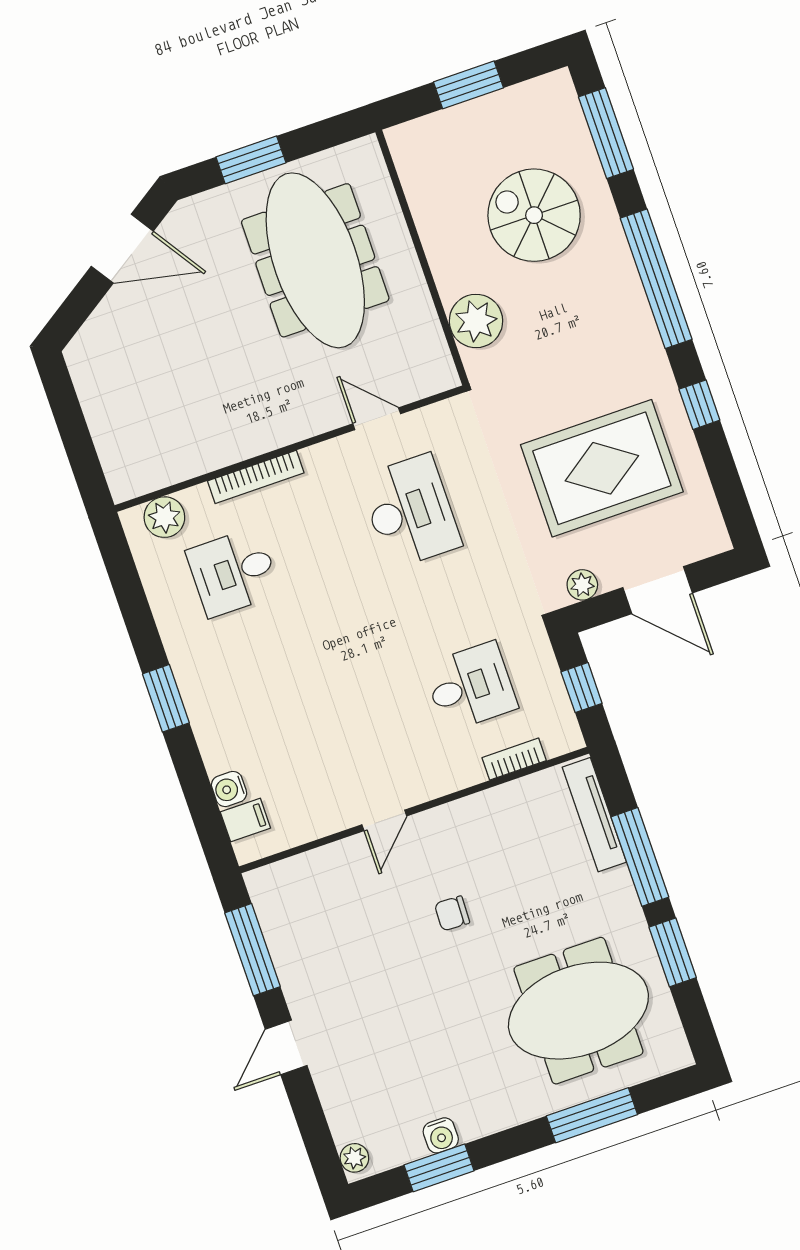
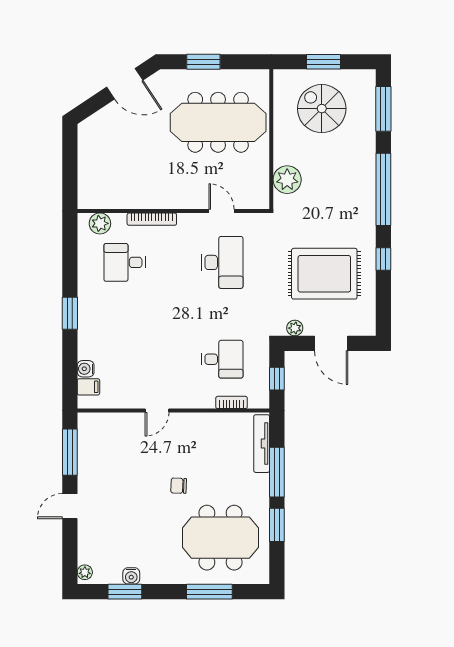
spiral stairs: (534, 215) -> (322, 109), moved
meeting table: (315, 260) -> (218, 122), turned 90
chair: (452, 913) -> (179, 486), moved

